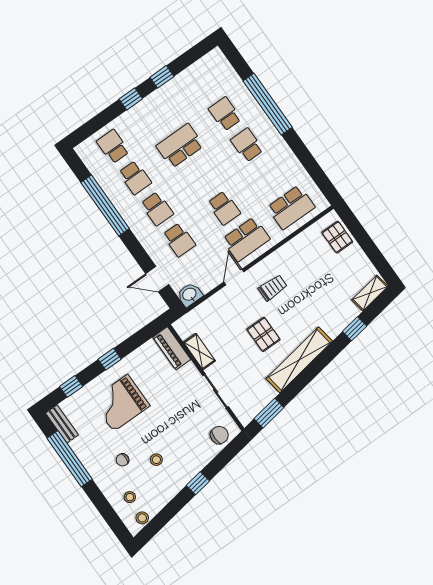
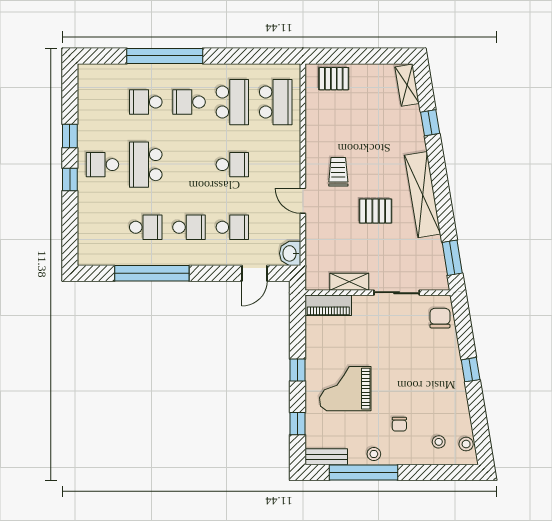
school desk: (113, 147) -> (102, 165), moved
school desk: (246, 239) -> (232, 102), moved
grand piano: (121, 403) -> (345, 389), turned 90
stool: (156, 460) -> (374, 454), moved

